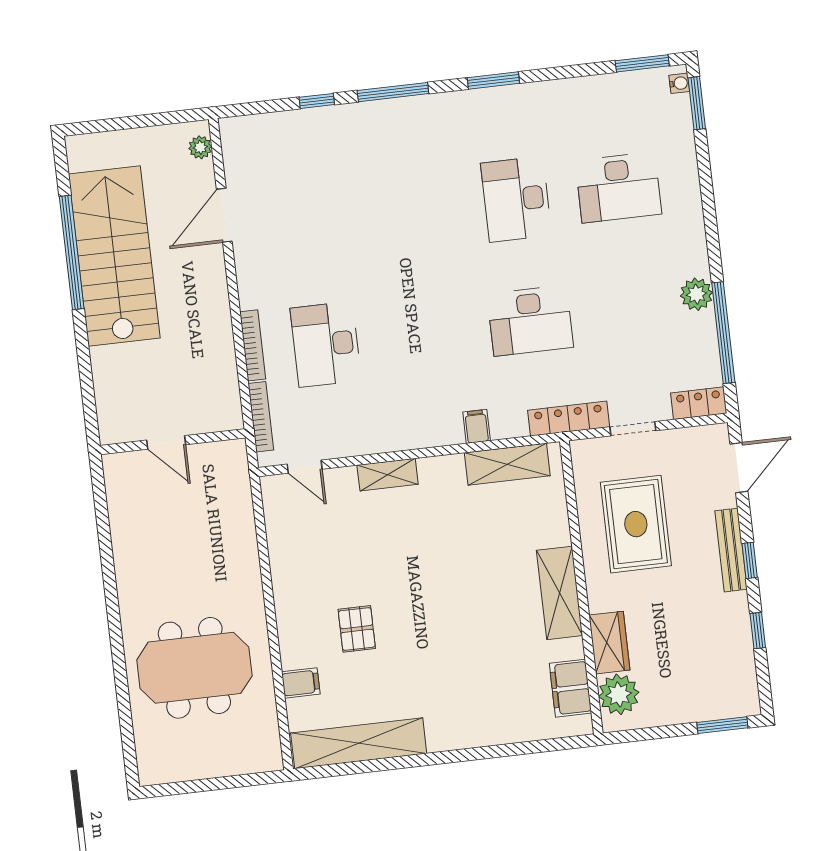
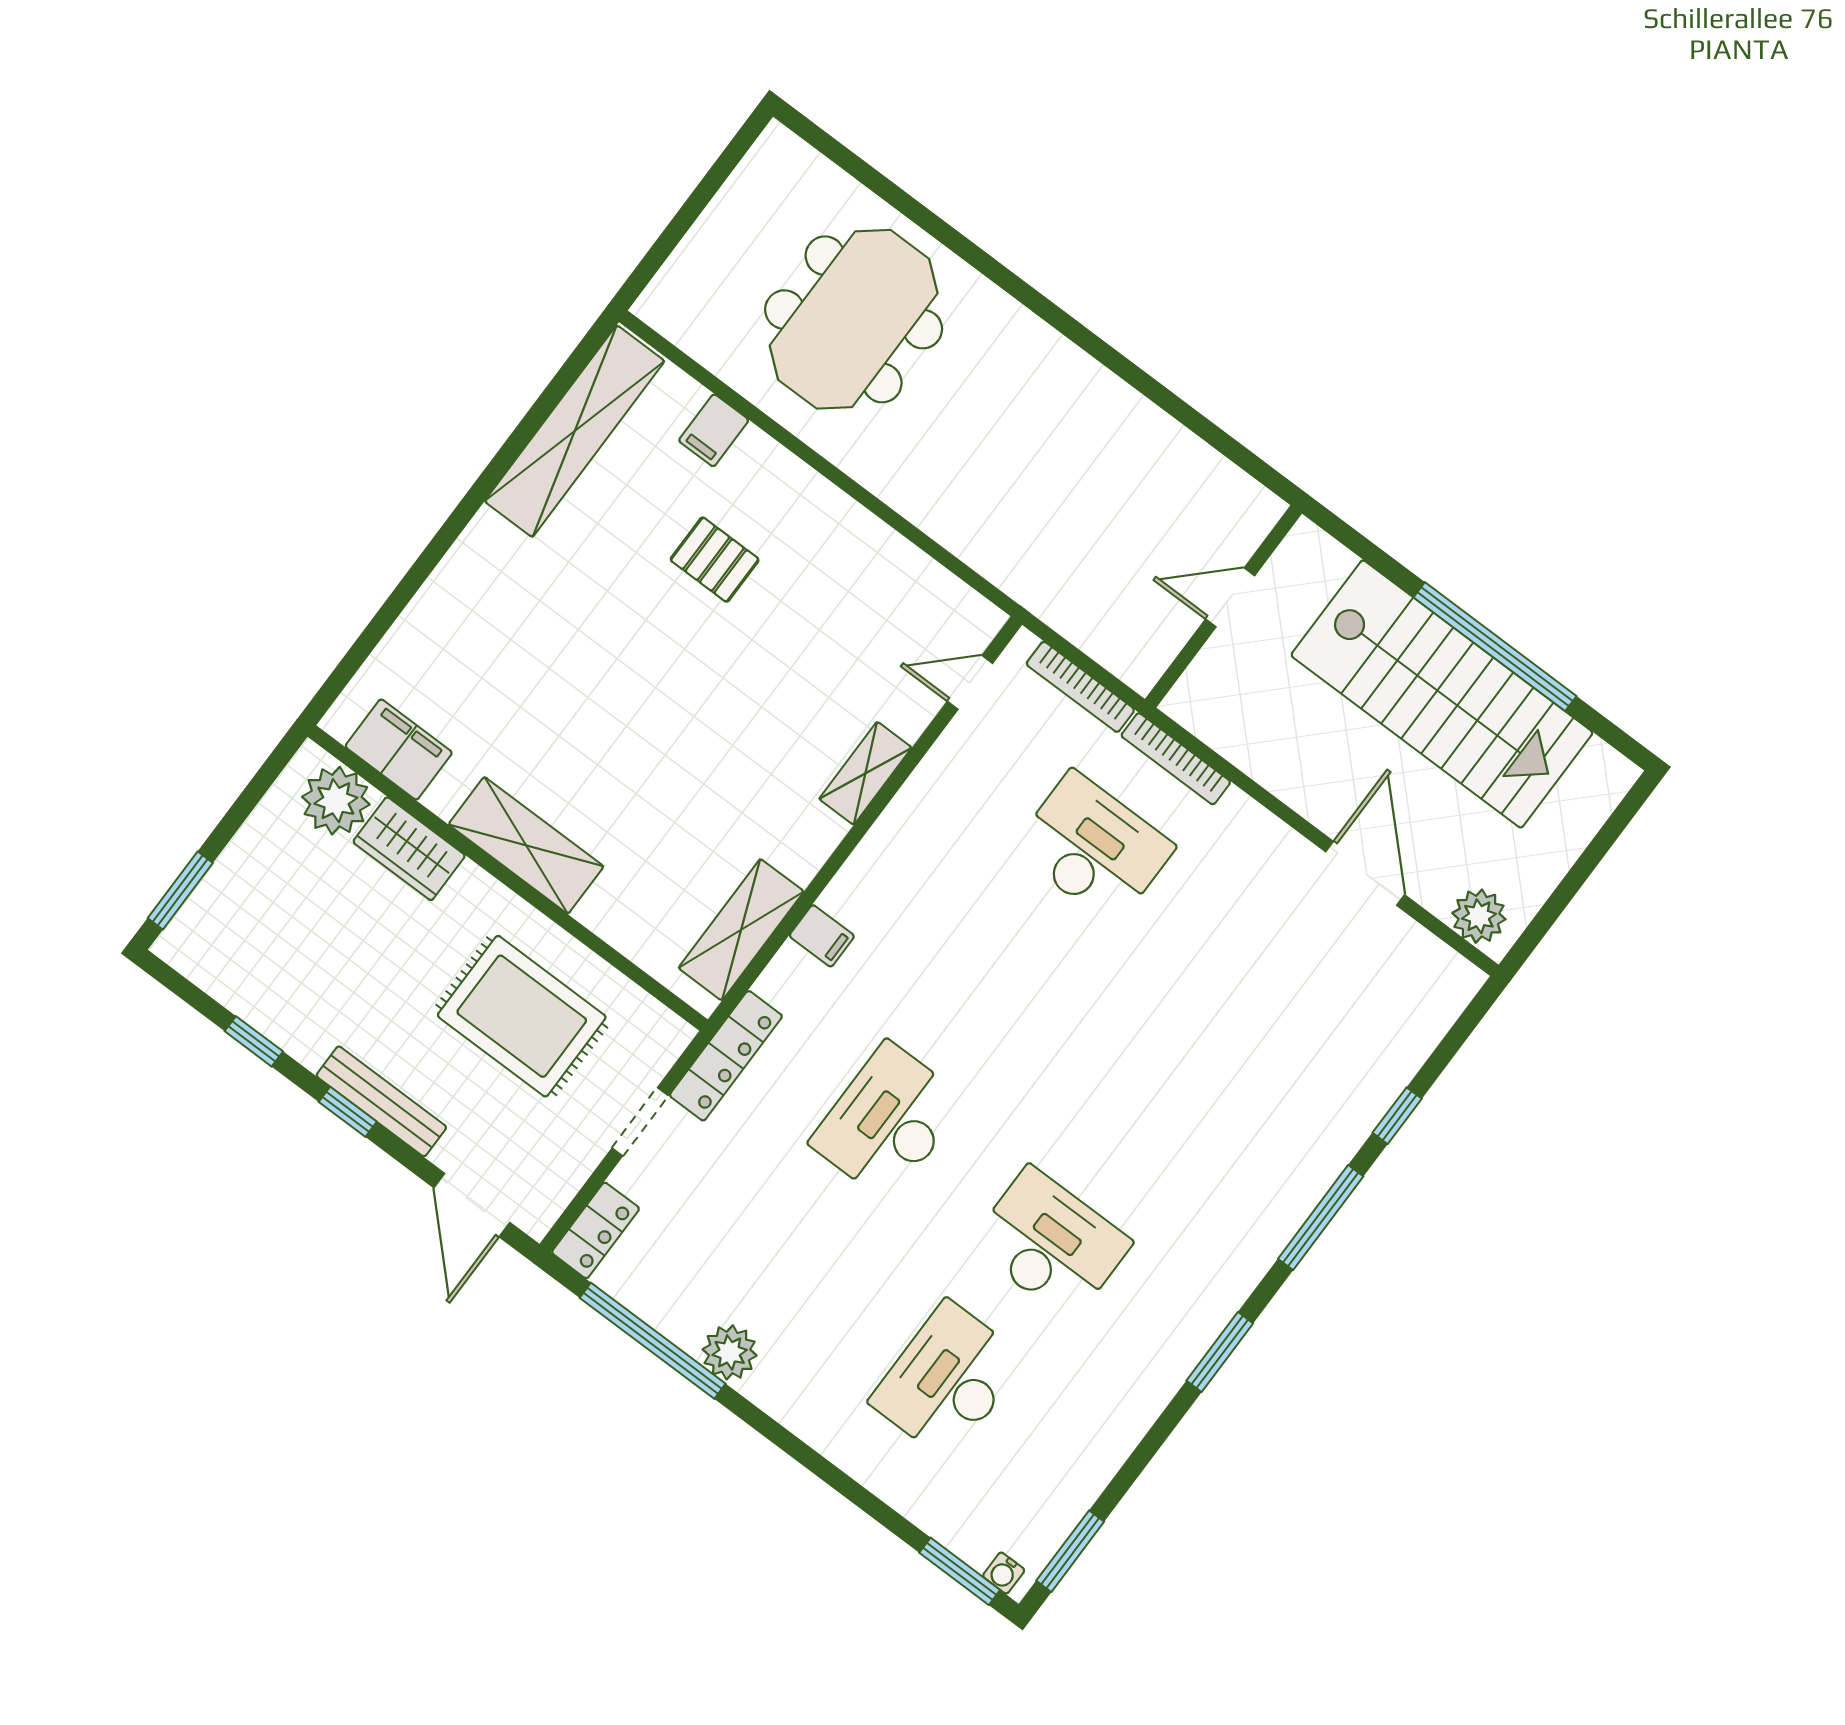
plant: (200, 147) -> (1479, 916), width x1.38, depth x1.38
door: (166, 442) -> (1230, 597), moved
wall: (173, 442) -> (1223, 606), moved

